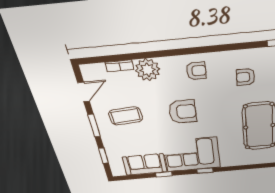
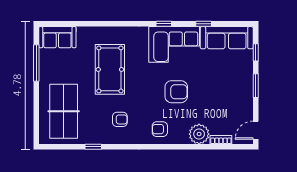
door: (84, 92) -> (256, 130), moved
armchair: (183, 112) -> (176, 92), turned 180
coffee table: (126, 116) -> (226, 93), removed
sofa: (145, 165) -> (227, 38), width x1.36

